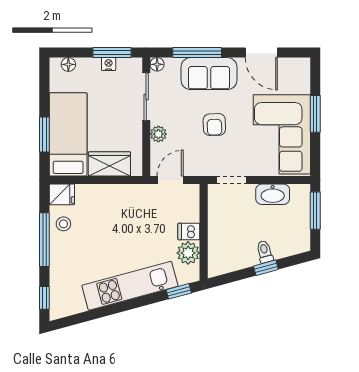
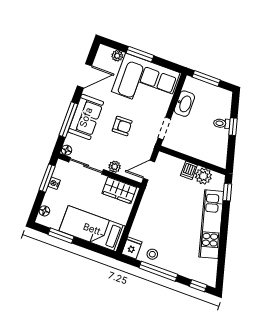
plant: (303, 85) -> (117, 56), added
window: (44, 134) -> (61, 236), moved
wardrobe: (109, 164) -> (119, 190), moved, turned -90
door: (170, 180) -> (149, 170), hinge flipped

